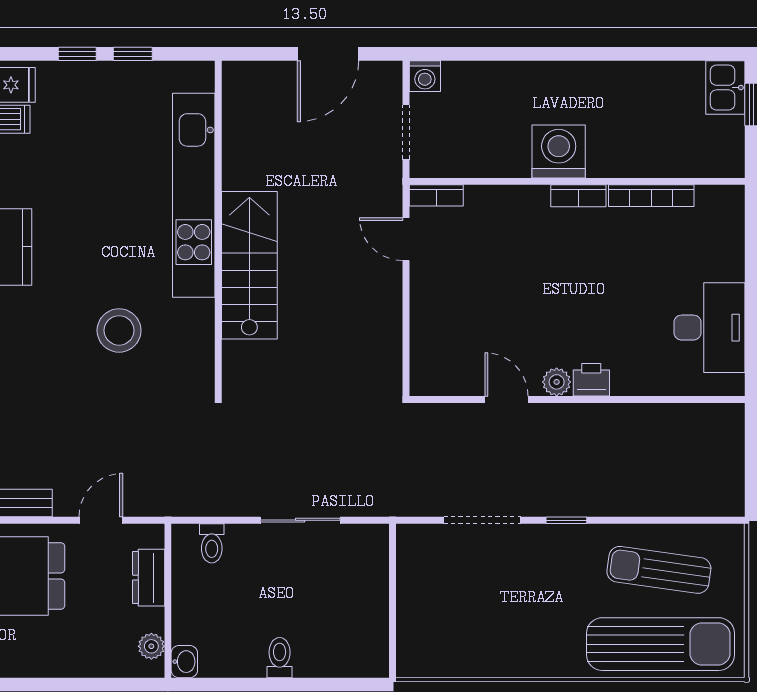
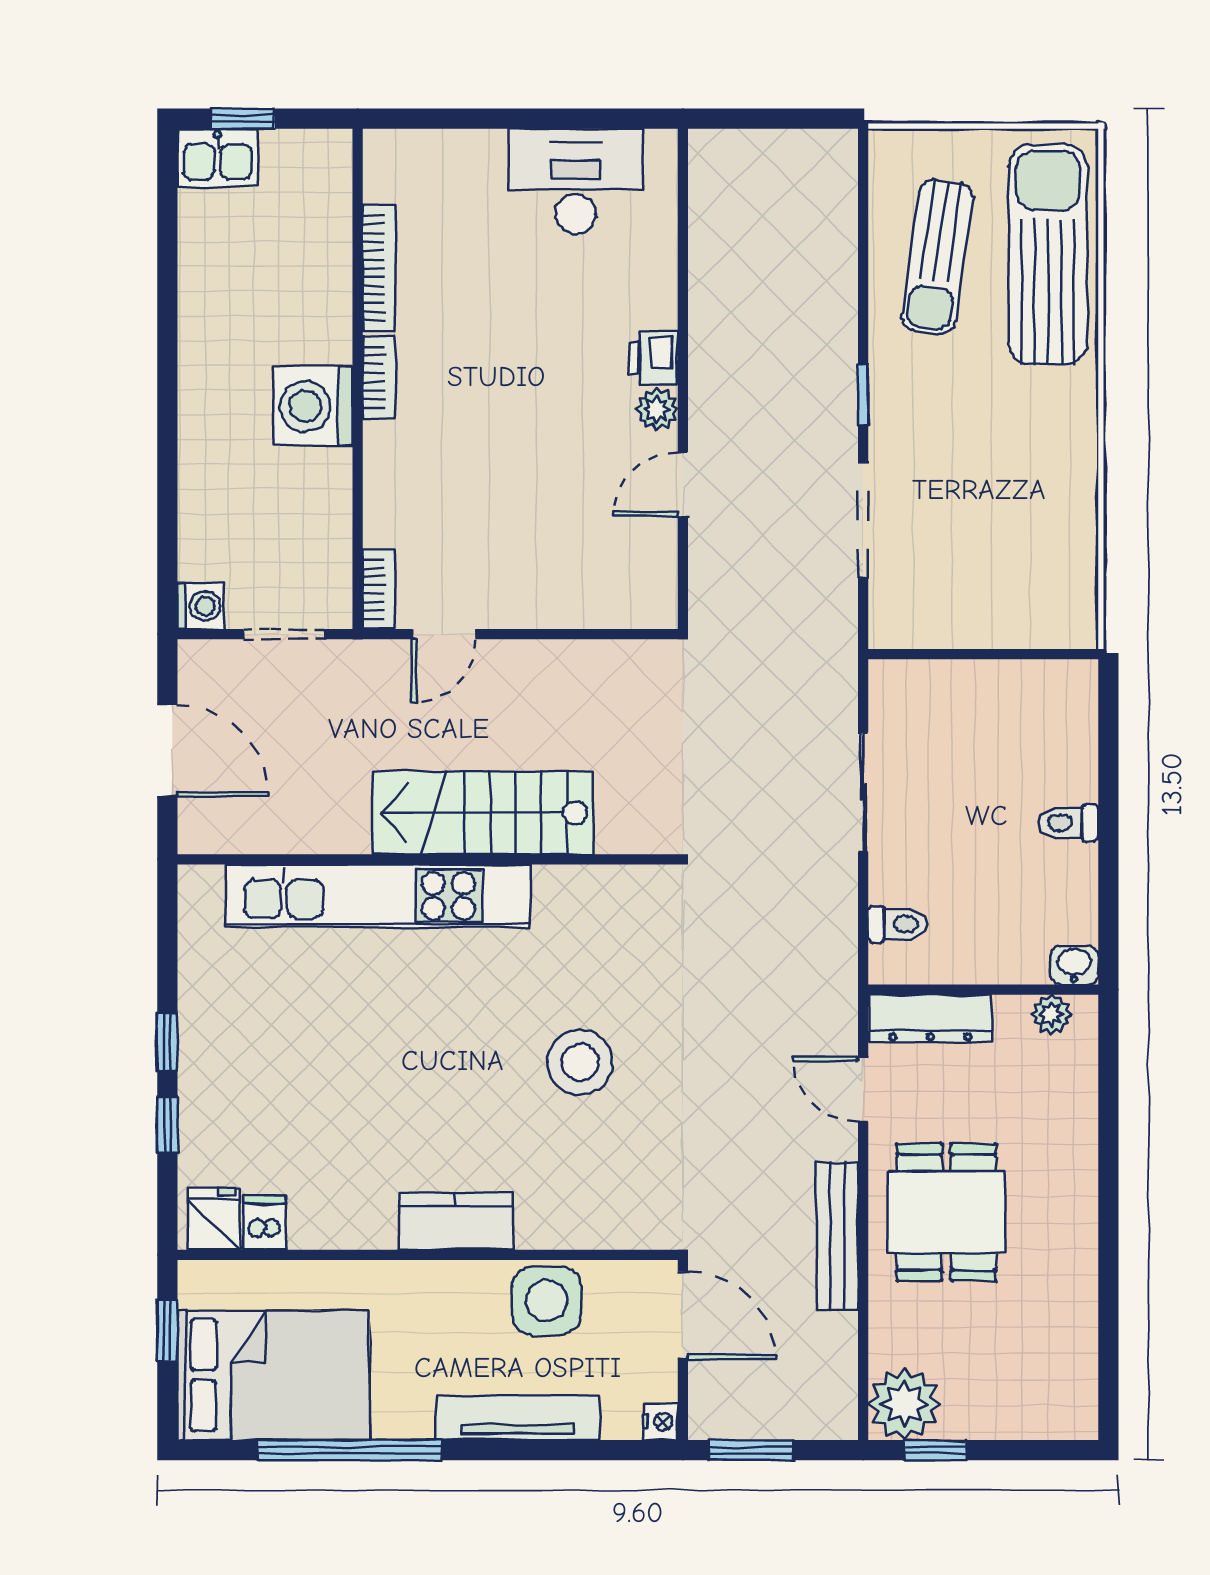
kitchen unit: (194, 195) -> (378, 896), moved
wall: (218, 228) -> (428, 859), moved
stairs: (249, 265) -> (483, 813), moved
dresser: (149, 578) -> (930, 1018), width x1.44

